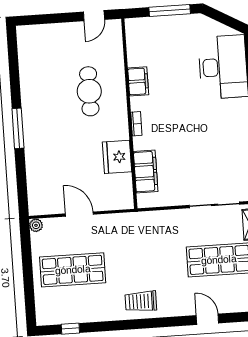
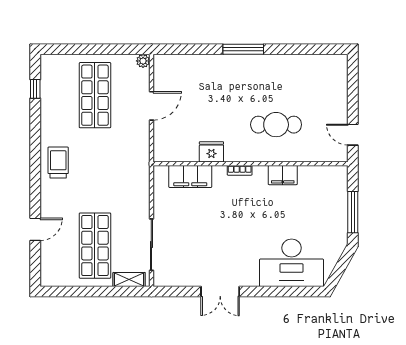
fridge: (117, 157) -> (211, 152), width x0.73, depth x0.75

